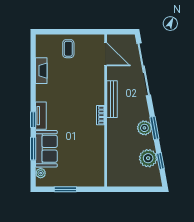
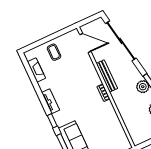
fireplace: (41, 71) -> (36, 70), moved
tv unit: (41, 116) -> (51, 101), moved

